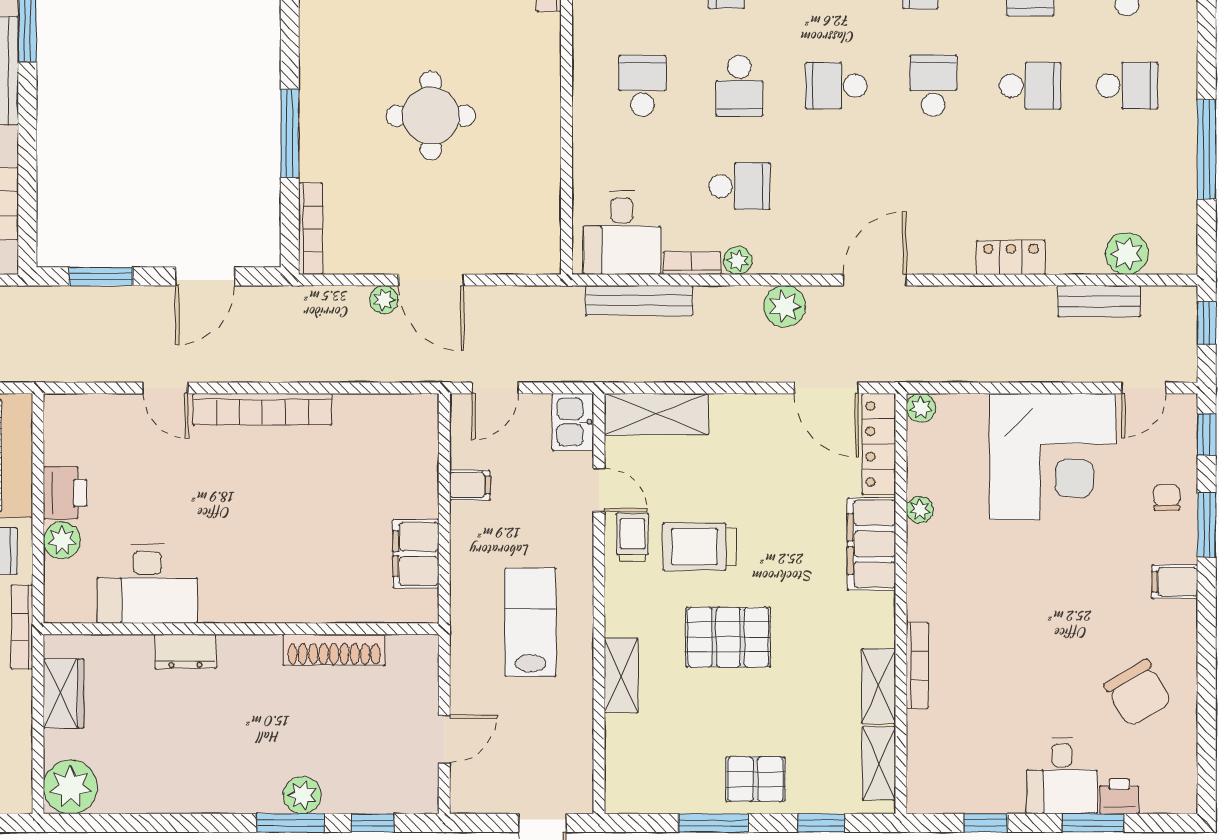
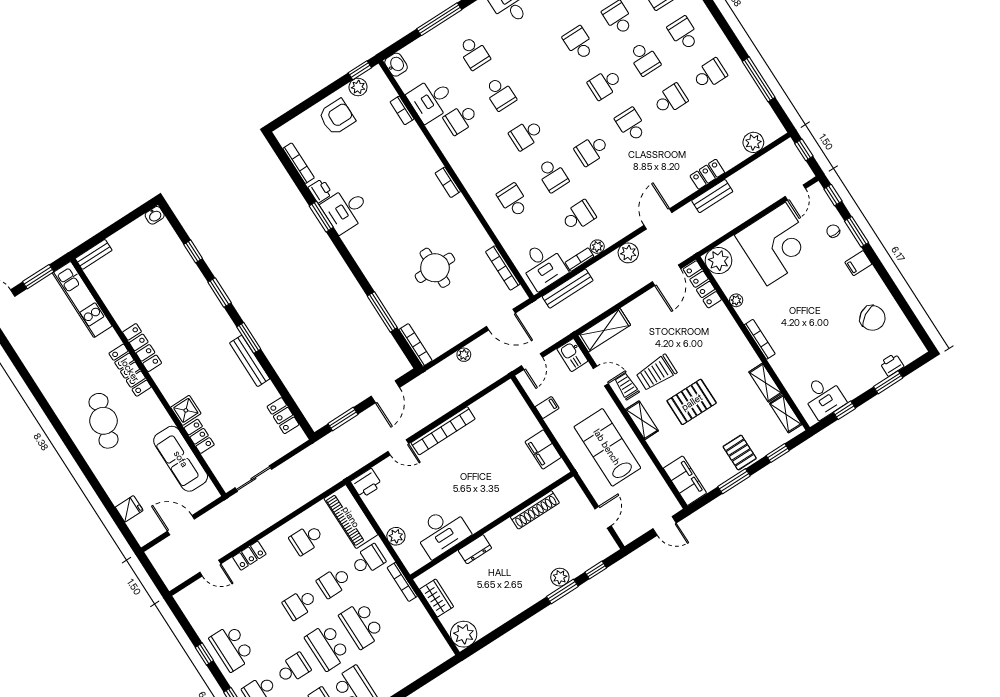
bookcase: (549, 192) -> (503, 268), added
door: (431, 280) -> (501, 320), moved
bench: (1099, 301) -> (712, 196), moved
door: (826, 388) -> (666, 275), hinge flipped
plant: (921, 408) -> (719, 261), width x1.87, depth x1.87
printer: (65, 493) -> (366, 483), moved, turned 90
filing cabinet: (871, 544) -> (685, 481), moved, turned 180
lab bench: (530, 622) -> (607, 447), width x1.36, depth x1.39
bookcase: (917, 665) -> (760, 339), moved
shelving: (621, 675) -> (642, 420), moved
desk: (1062, 776) -> (824, 397), moved
pallet: (755, 779) -> (740, 453), turned 90

